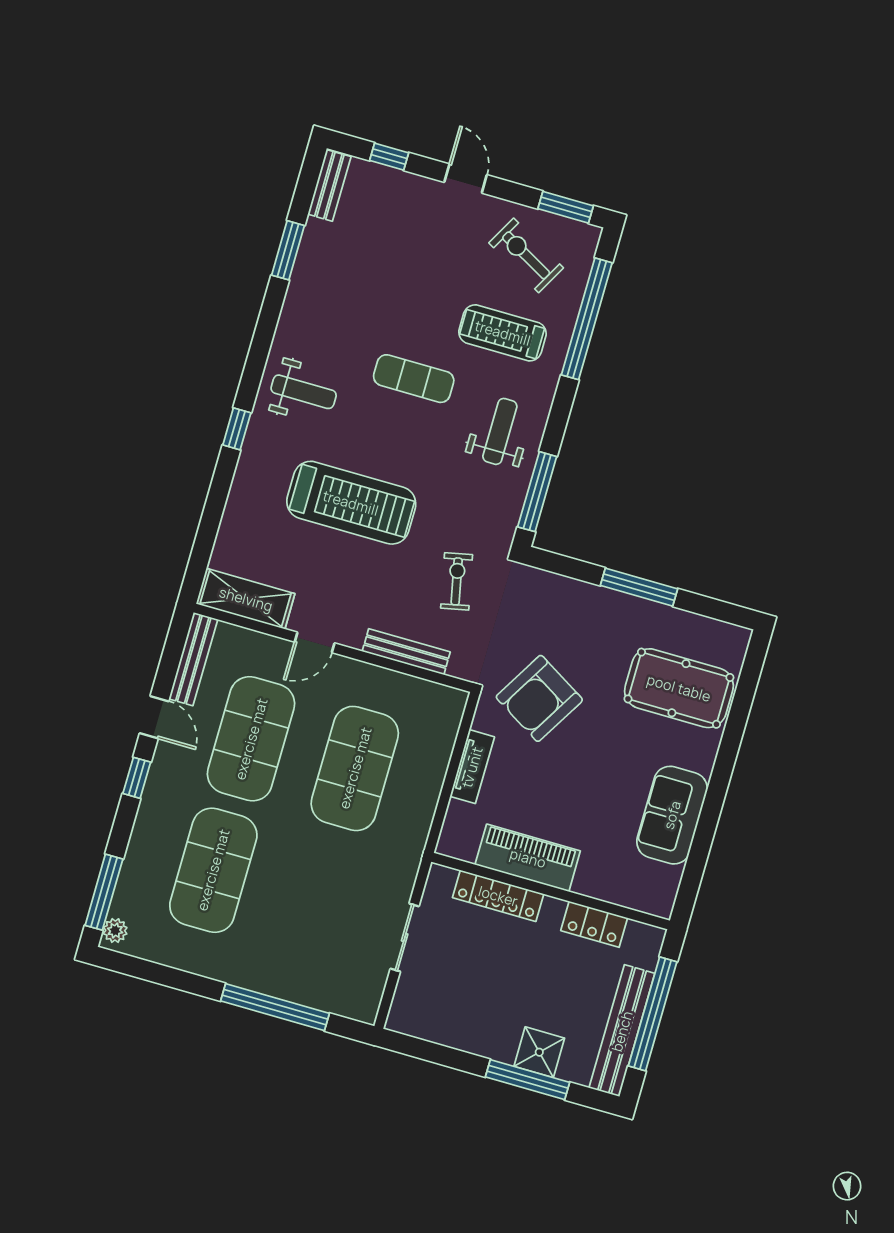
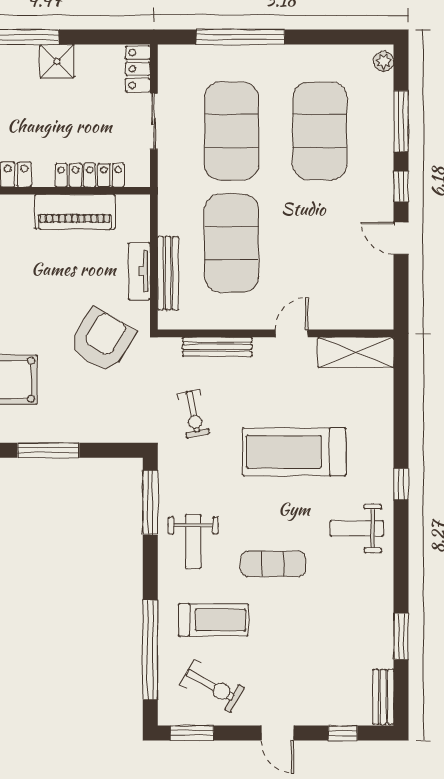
bench: (193, 659) -> (168, 273), moved
exercise mat: (251, 739) -> (231, 131), moved
window: (104, 892) -> (401, 121), moved
locker: (406, 1004) -> (138, 69), added
shower: (539, 1052) -> (57, 61), moved

